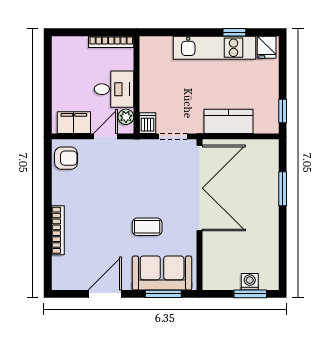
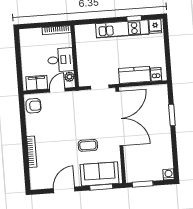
window: (283, 111) -> (168, 66), removed
dishwasher: (148, 123) -> (156, 74), moved
washing machine: (250, 282) -> (169, 174), moved
window: (250, 294) -> (143, 184), moved

